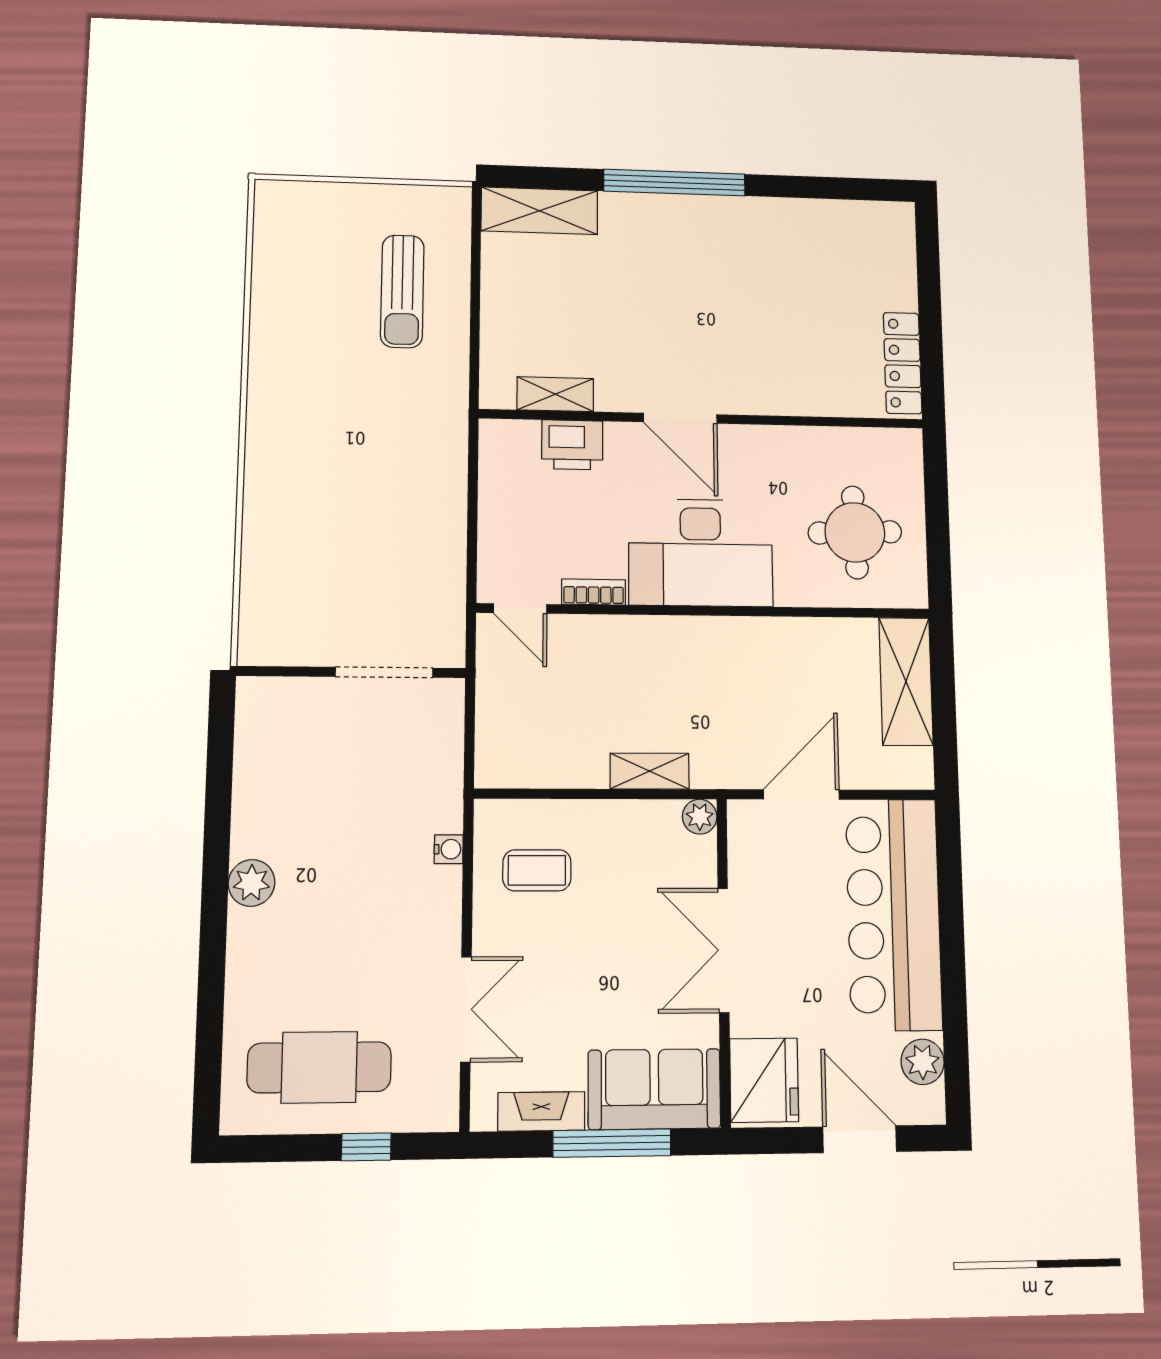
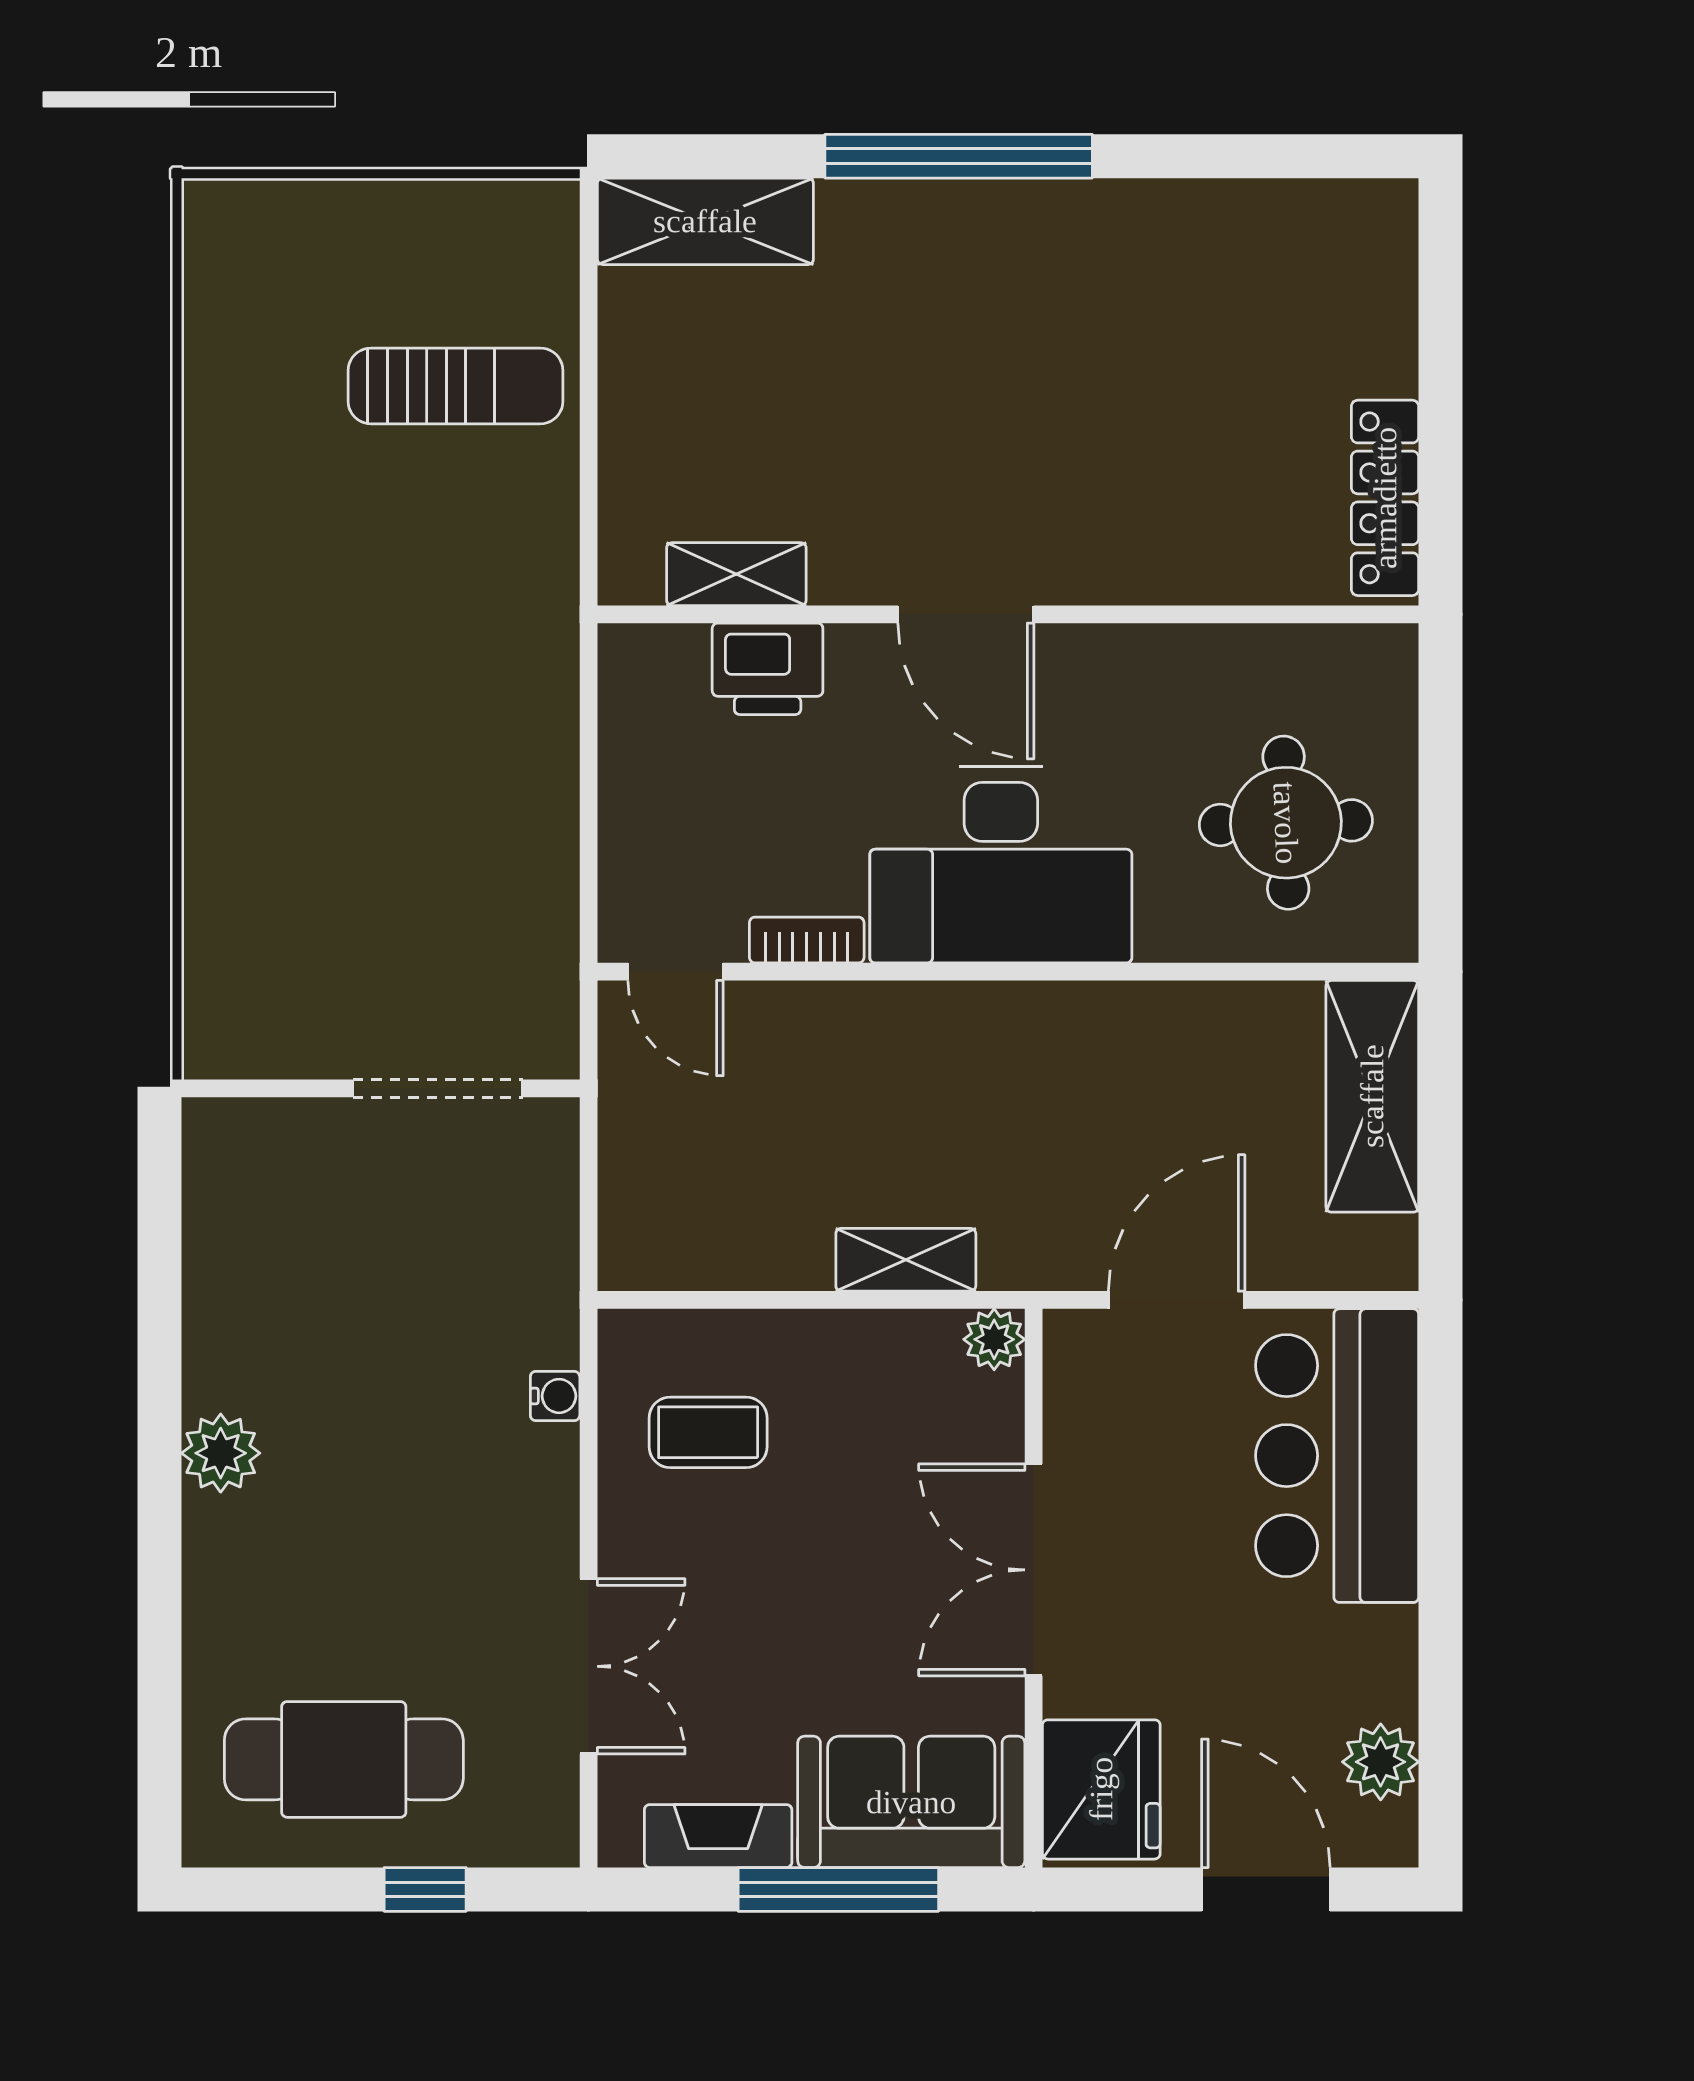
sun lounger: (402, 291) -> (456, 386), turned -90
bar counter: (894, 914) -> (1337, 1456), width x0.73

